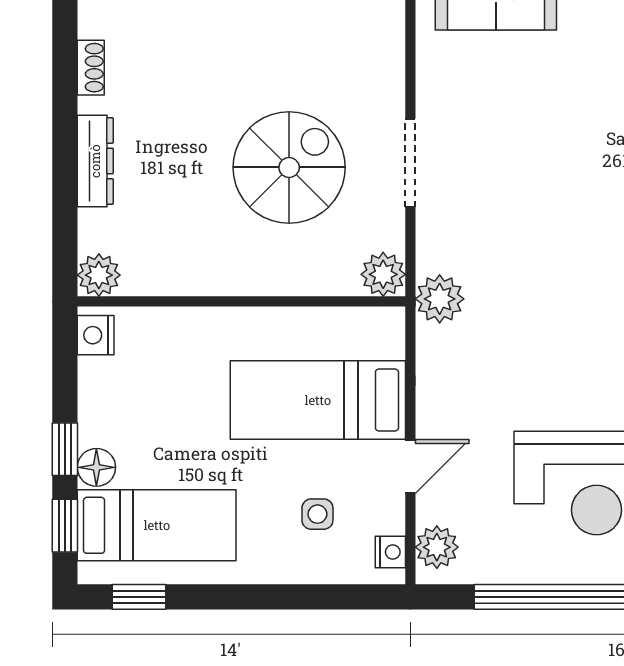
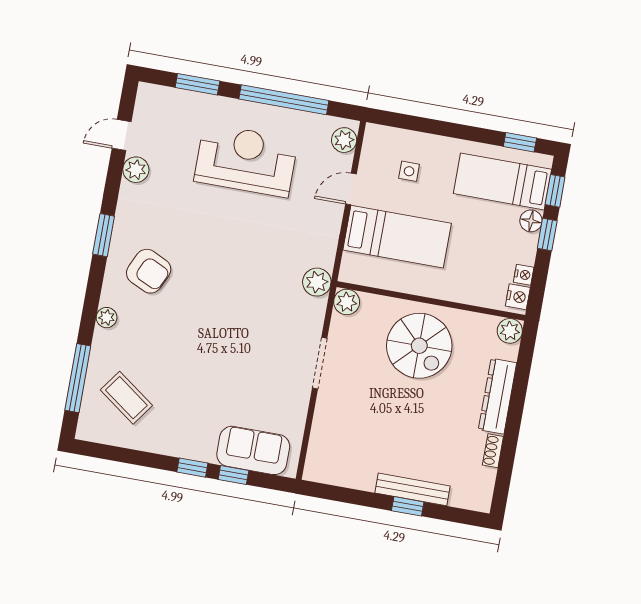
dresser: (95, 161) -> (497, 396), width x1.37, depth x1.24
spiral stairs: (289, 167) -> (419, 346), moved, turned -90
nightstand: (390, 552) -> (524, 275), moved, turned 180

